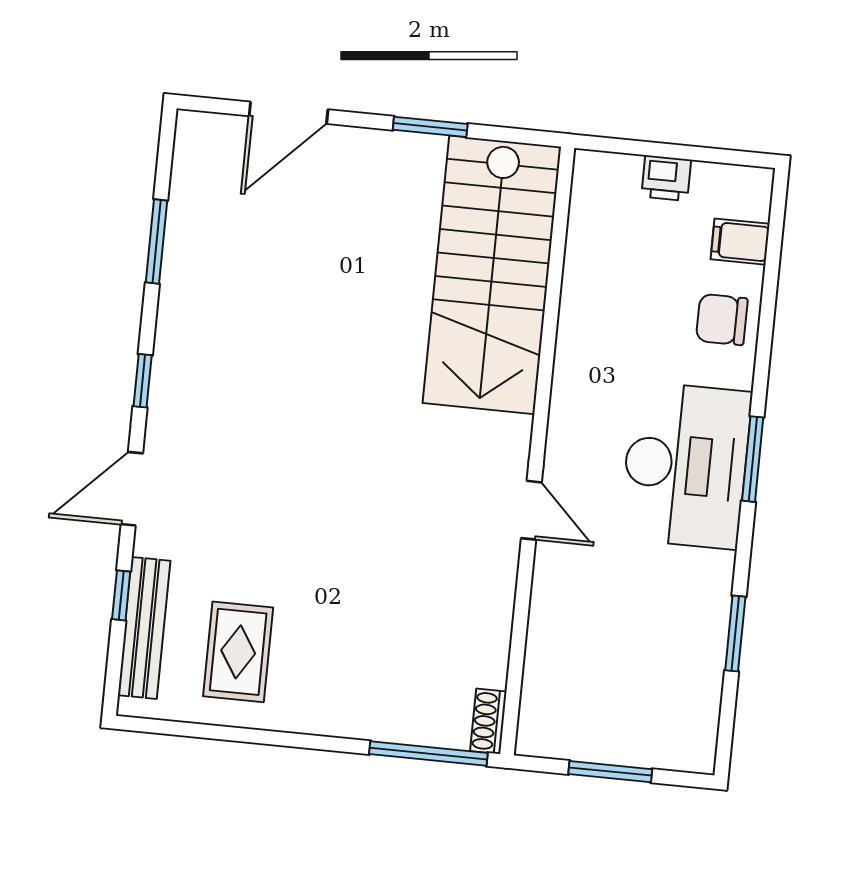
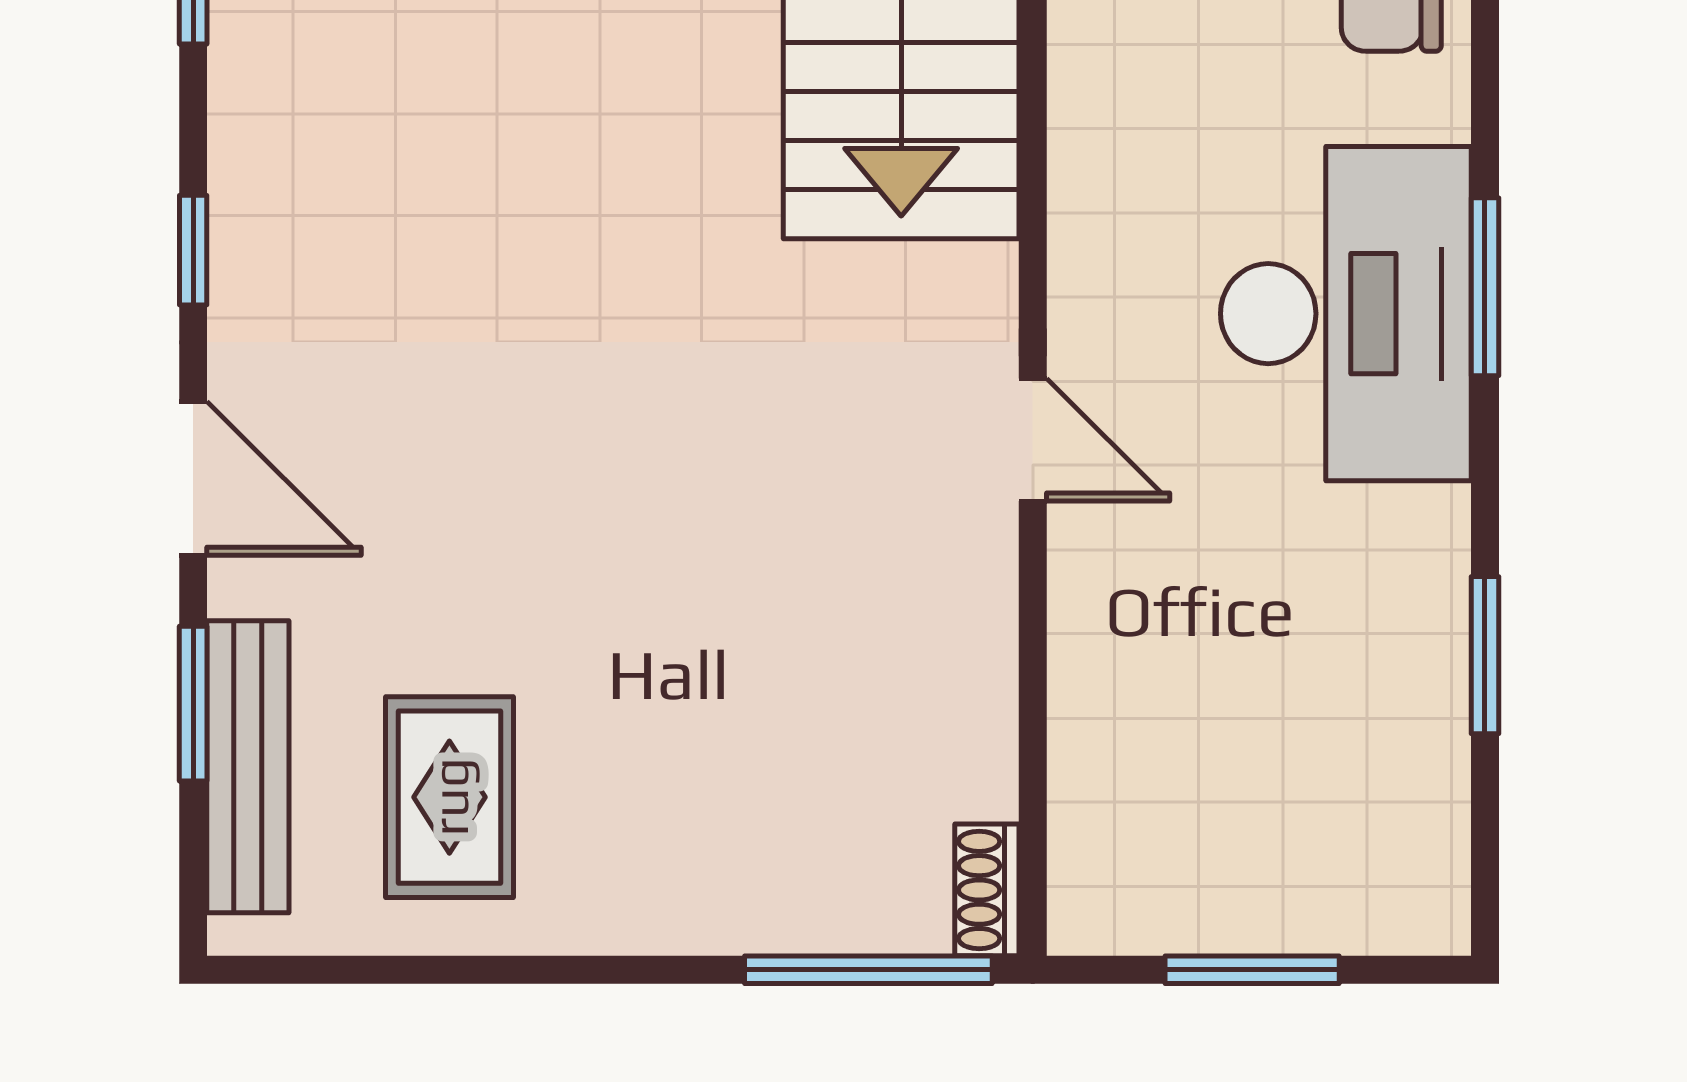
door: (132, 489) -> (193, 478), swing flipped
window: (121, 595) -> (193, 704), width x1.50

